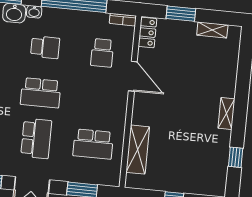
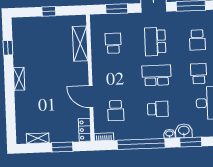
school desk: (45, 47) -> (158, 109), turned 180
school desk: (102, 53) -> (116, 111), turned 180
school desk: (93, 144) -> (113, 43), width x0.54

